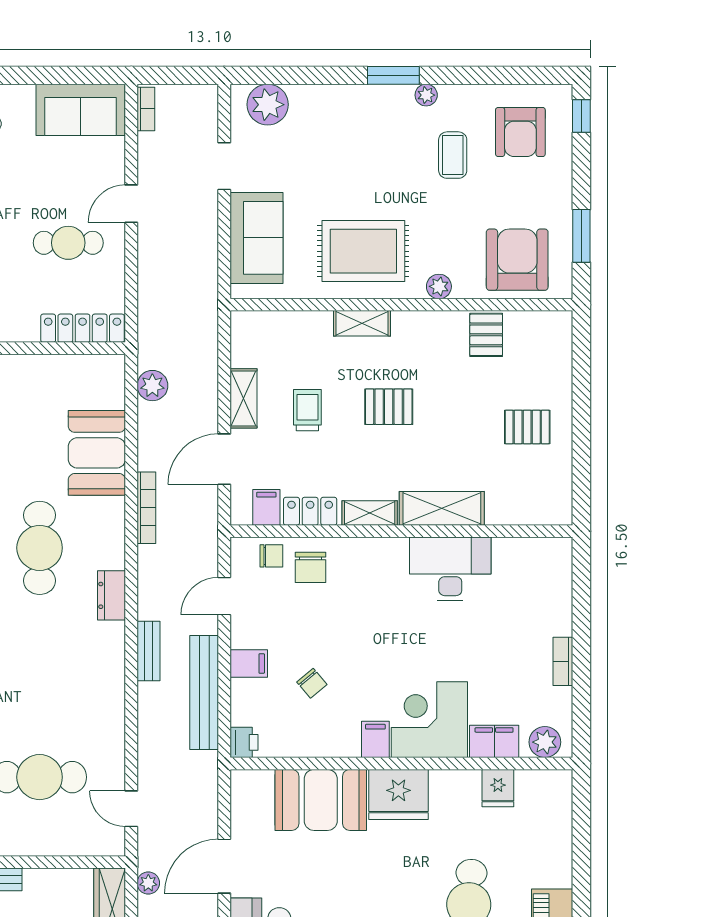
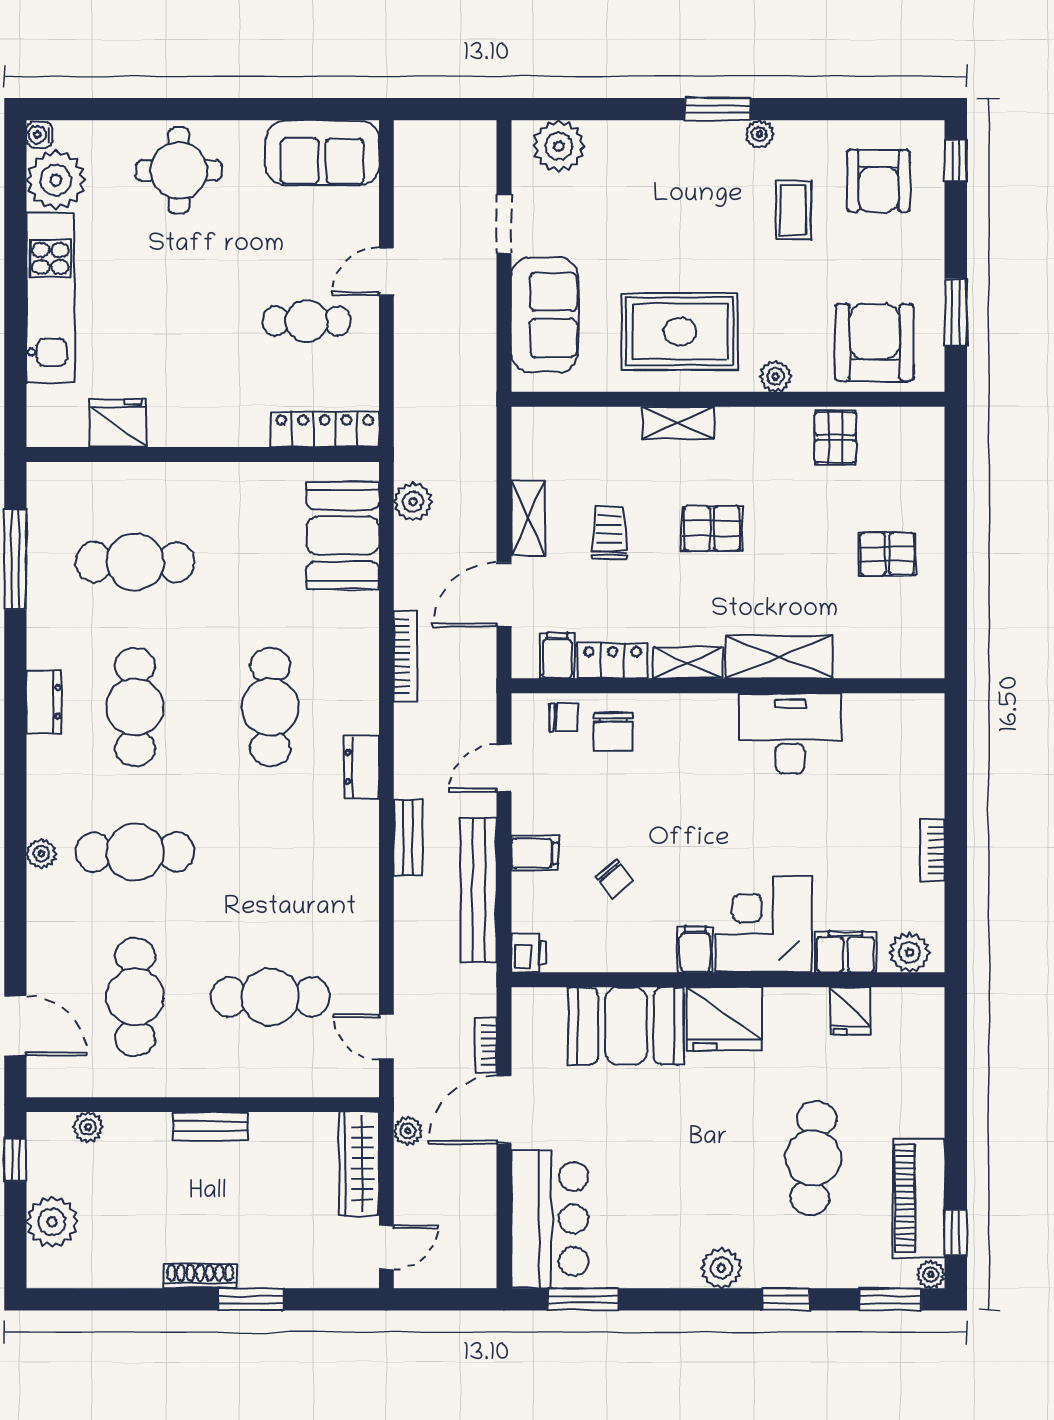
bookcase: (146, 109) -> (485, 1045), moved, turned 180
booth: (97, 453) -> (343, 536), moved

